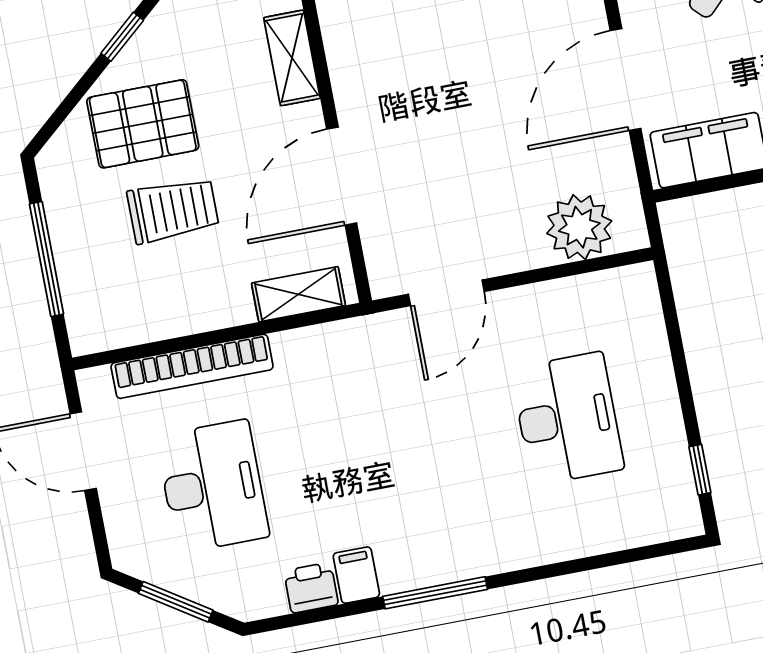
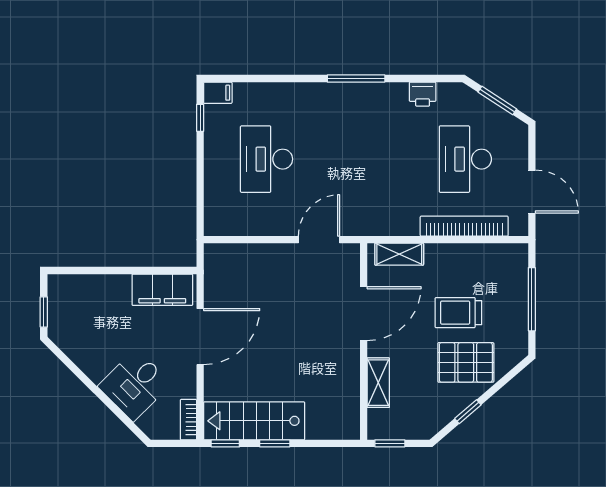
plant: (579, 227) -> (240, 261), removed
filing cabinet: (356, 575) -> (218, 93), moved, turned -90

